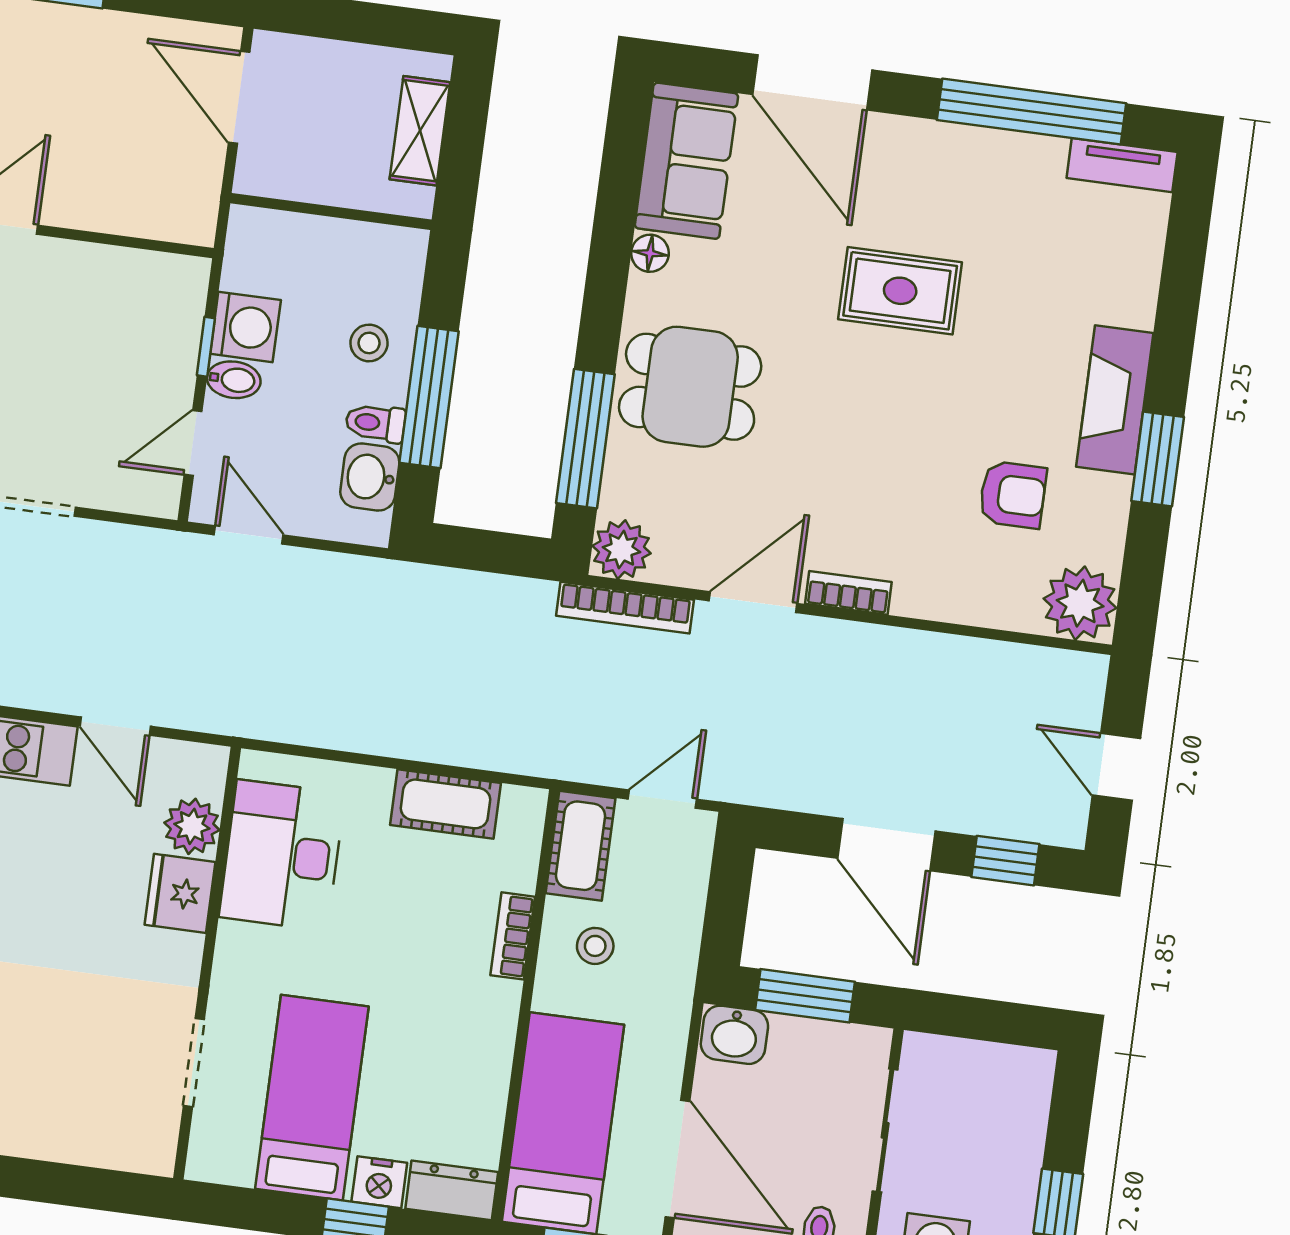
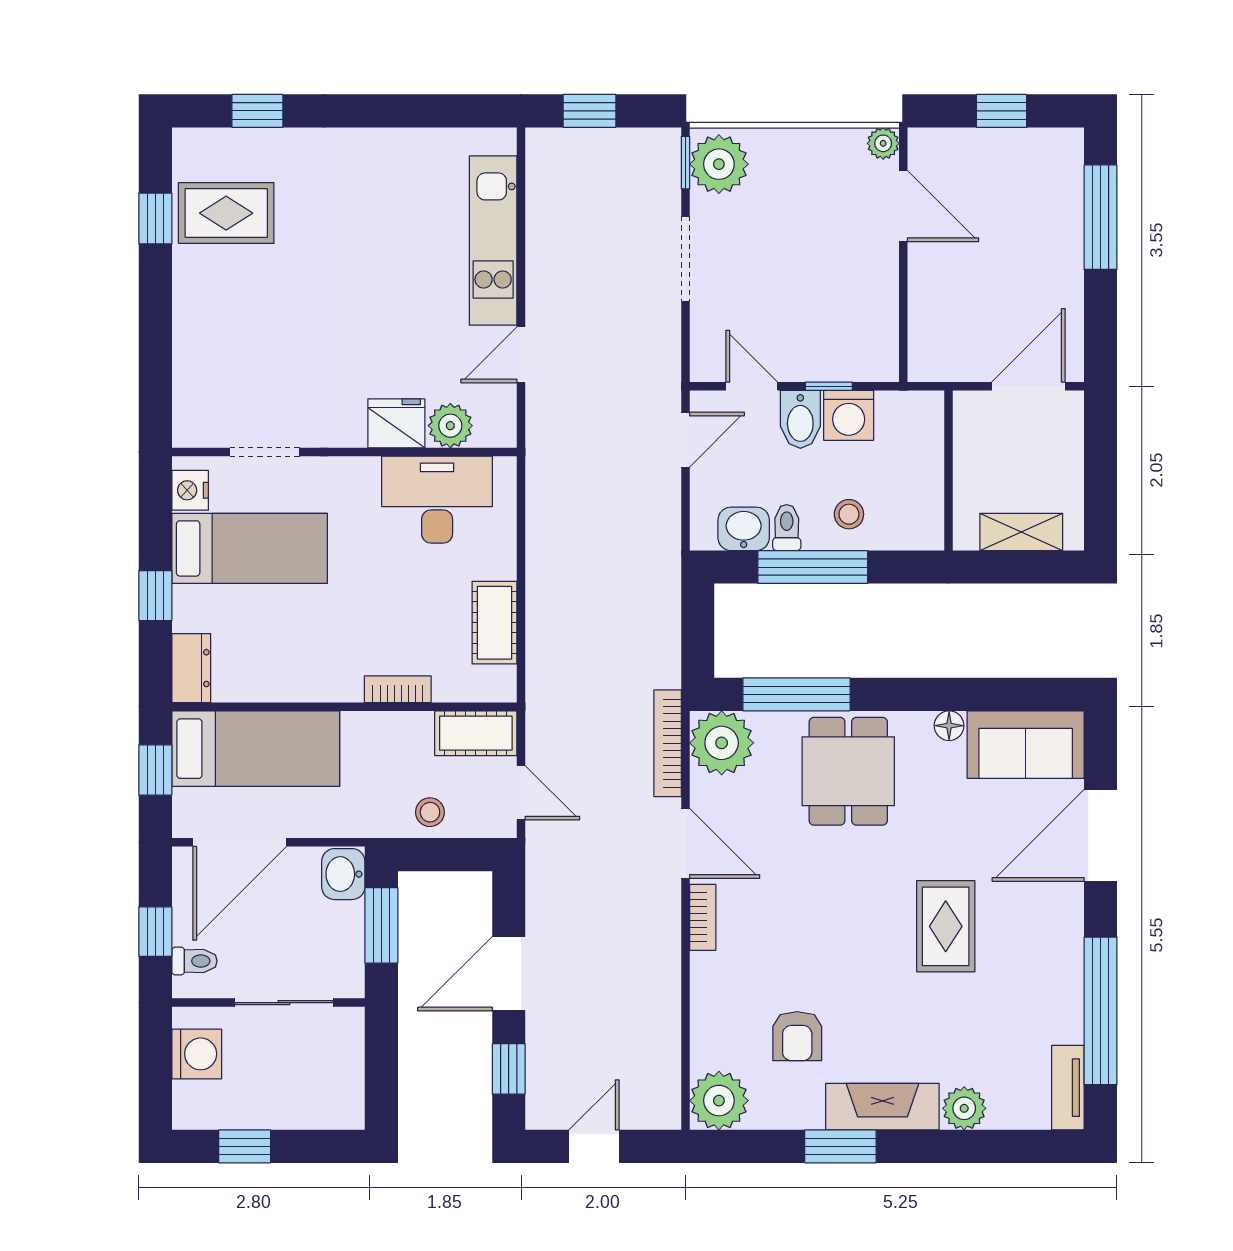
plant: (1131, 298) -> (964, 1108), added
bidet: (234, 380) -> (800, 419), width x1.38, depth x1.36
plant: (621, 550) -> (722, 743), width x1.36, depth x1.36
stool: (595, 946) -> (430, 812), moved
nightstand: (379, 1182) -> (190, 490), moved

